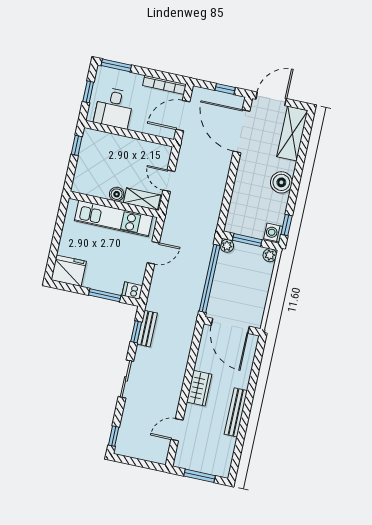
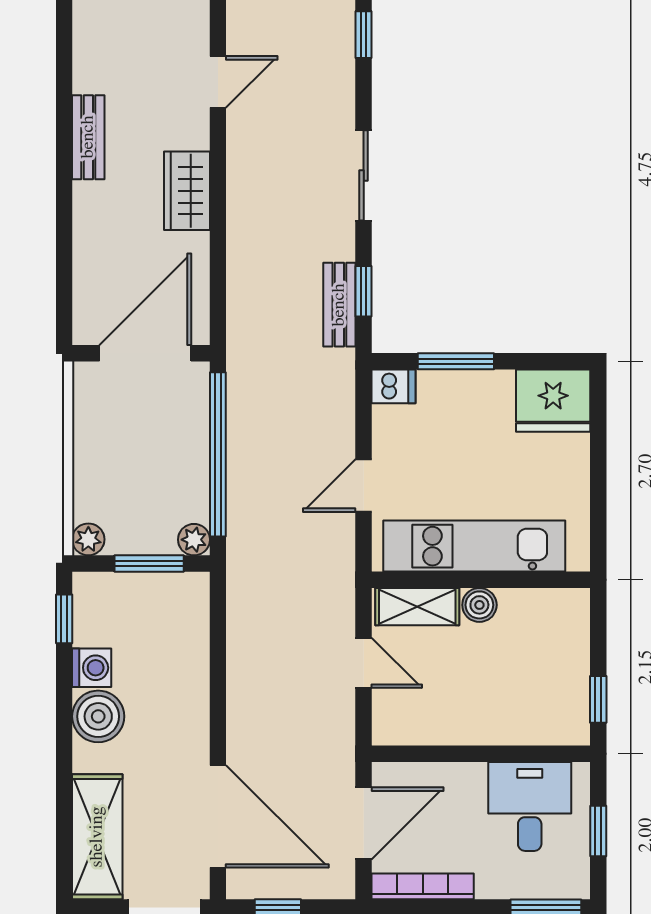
washing machine: (273, 233) -> (92, 668), moved
door: (230, 326) -> (145, 353), hinge flipped
bench: (236, 412) -> (88, 137), width x0.73

